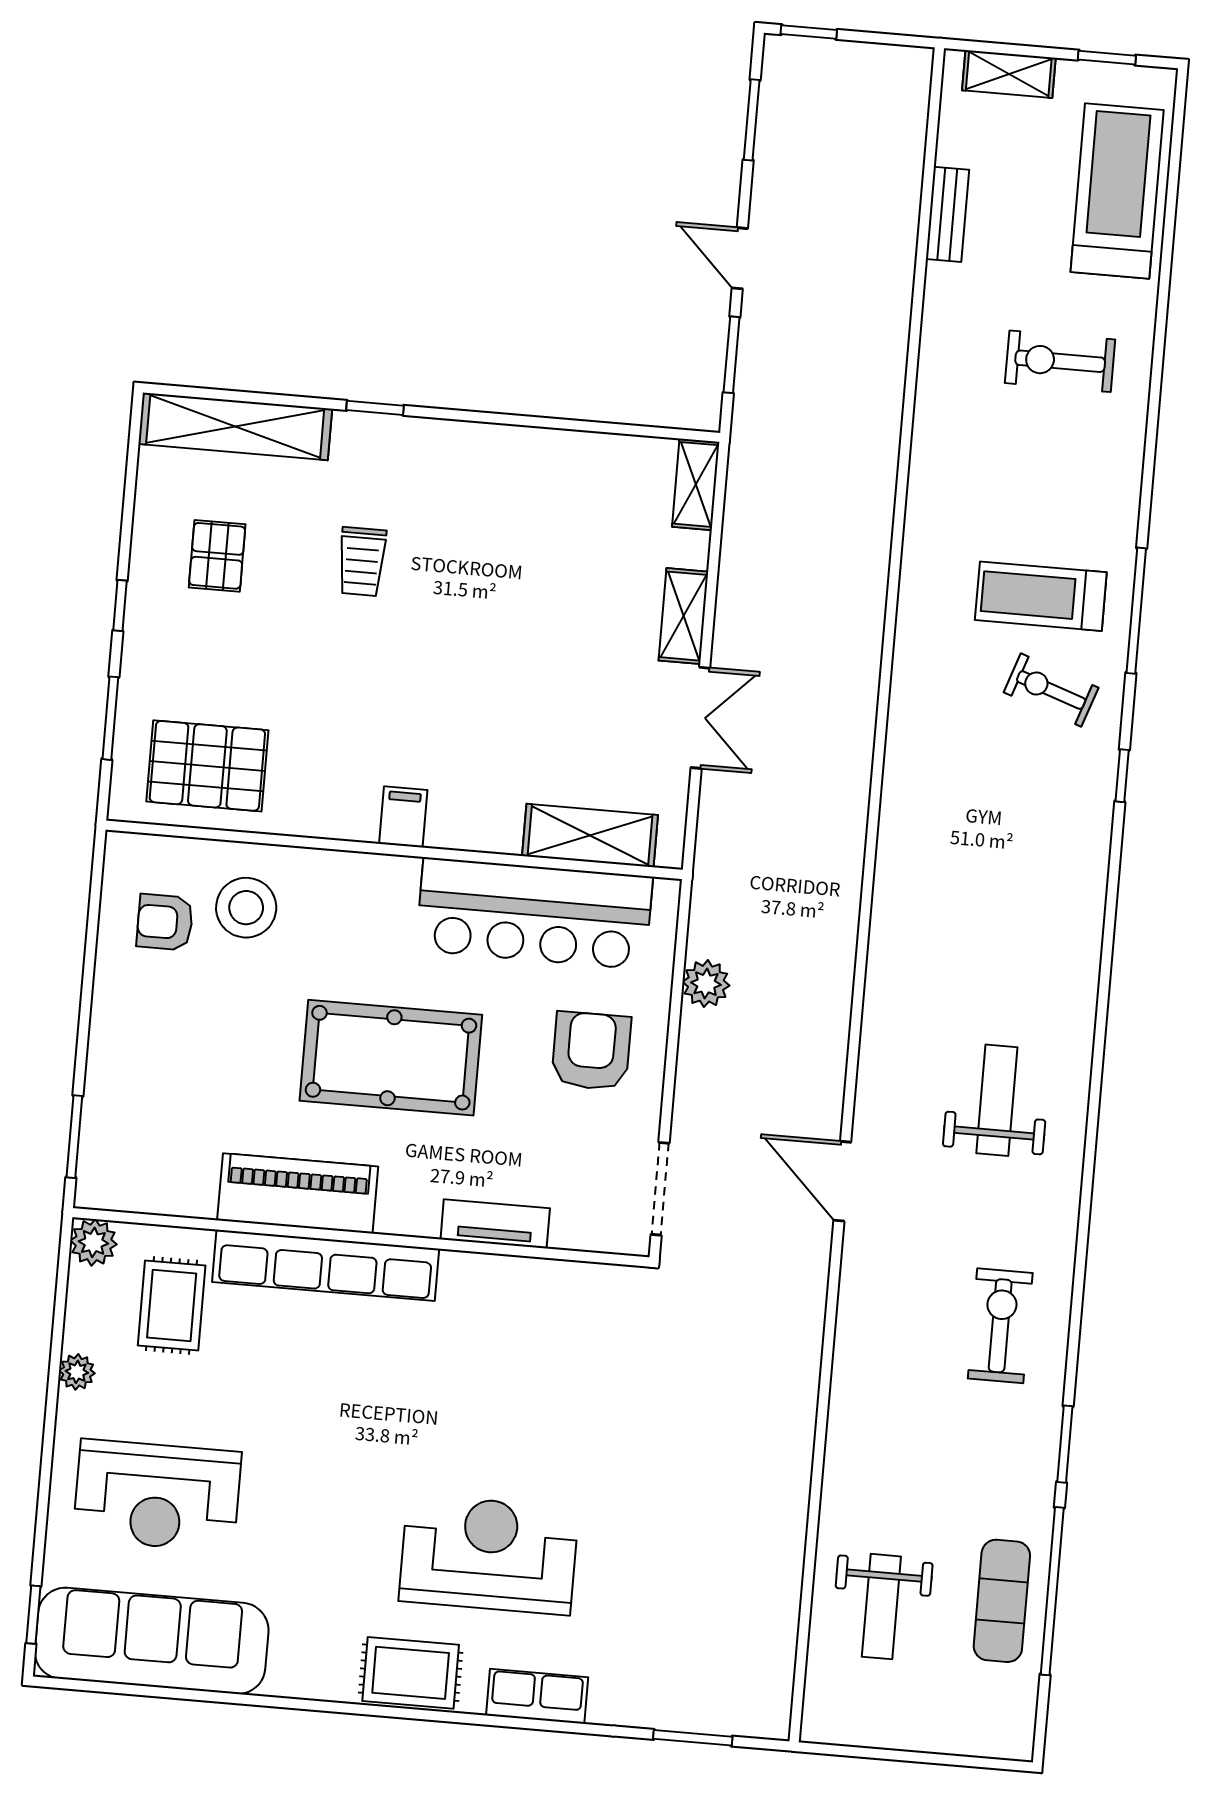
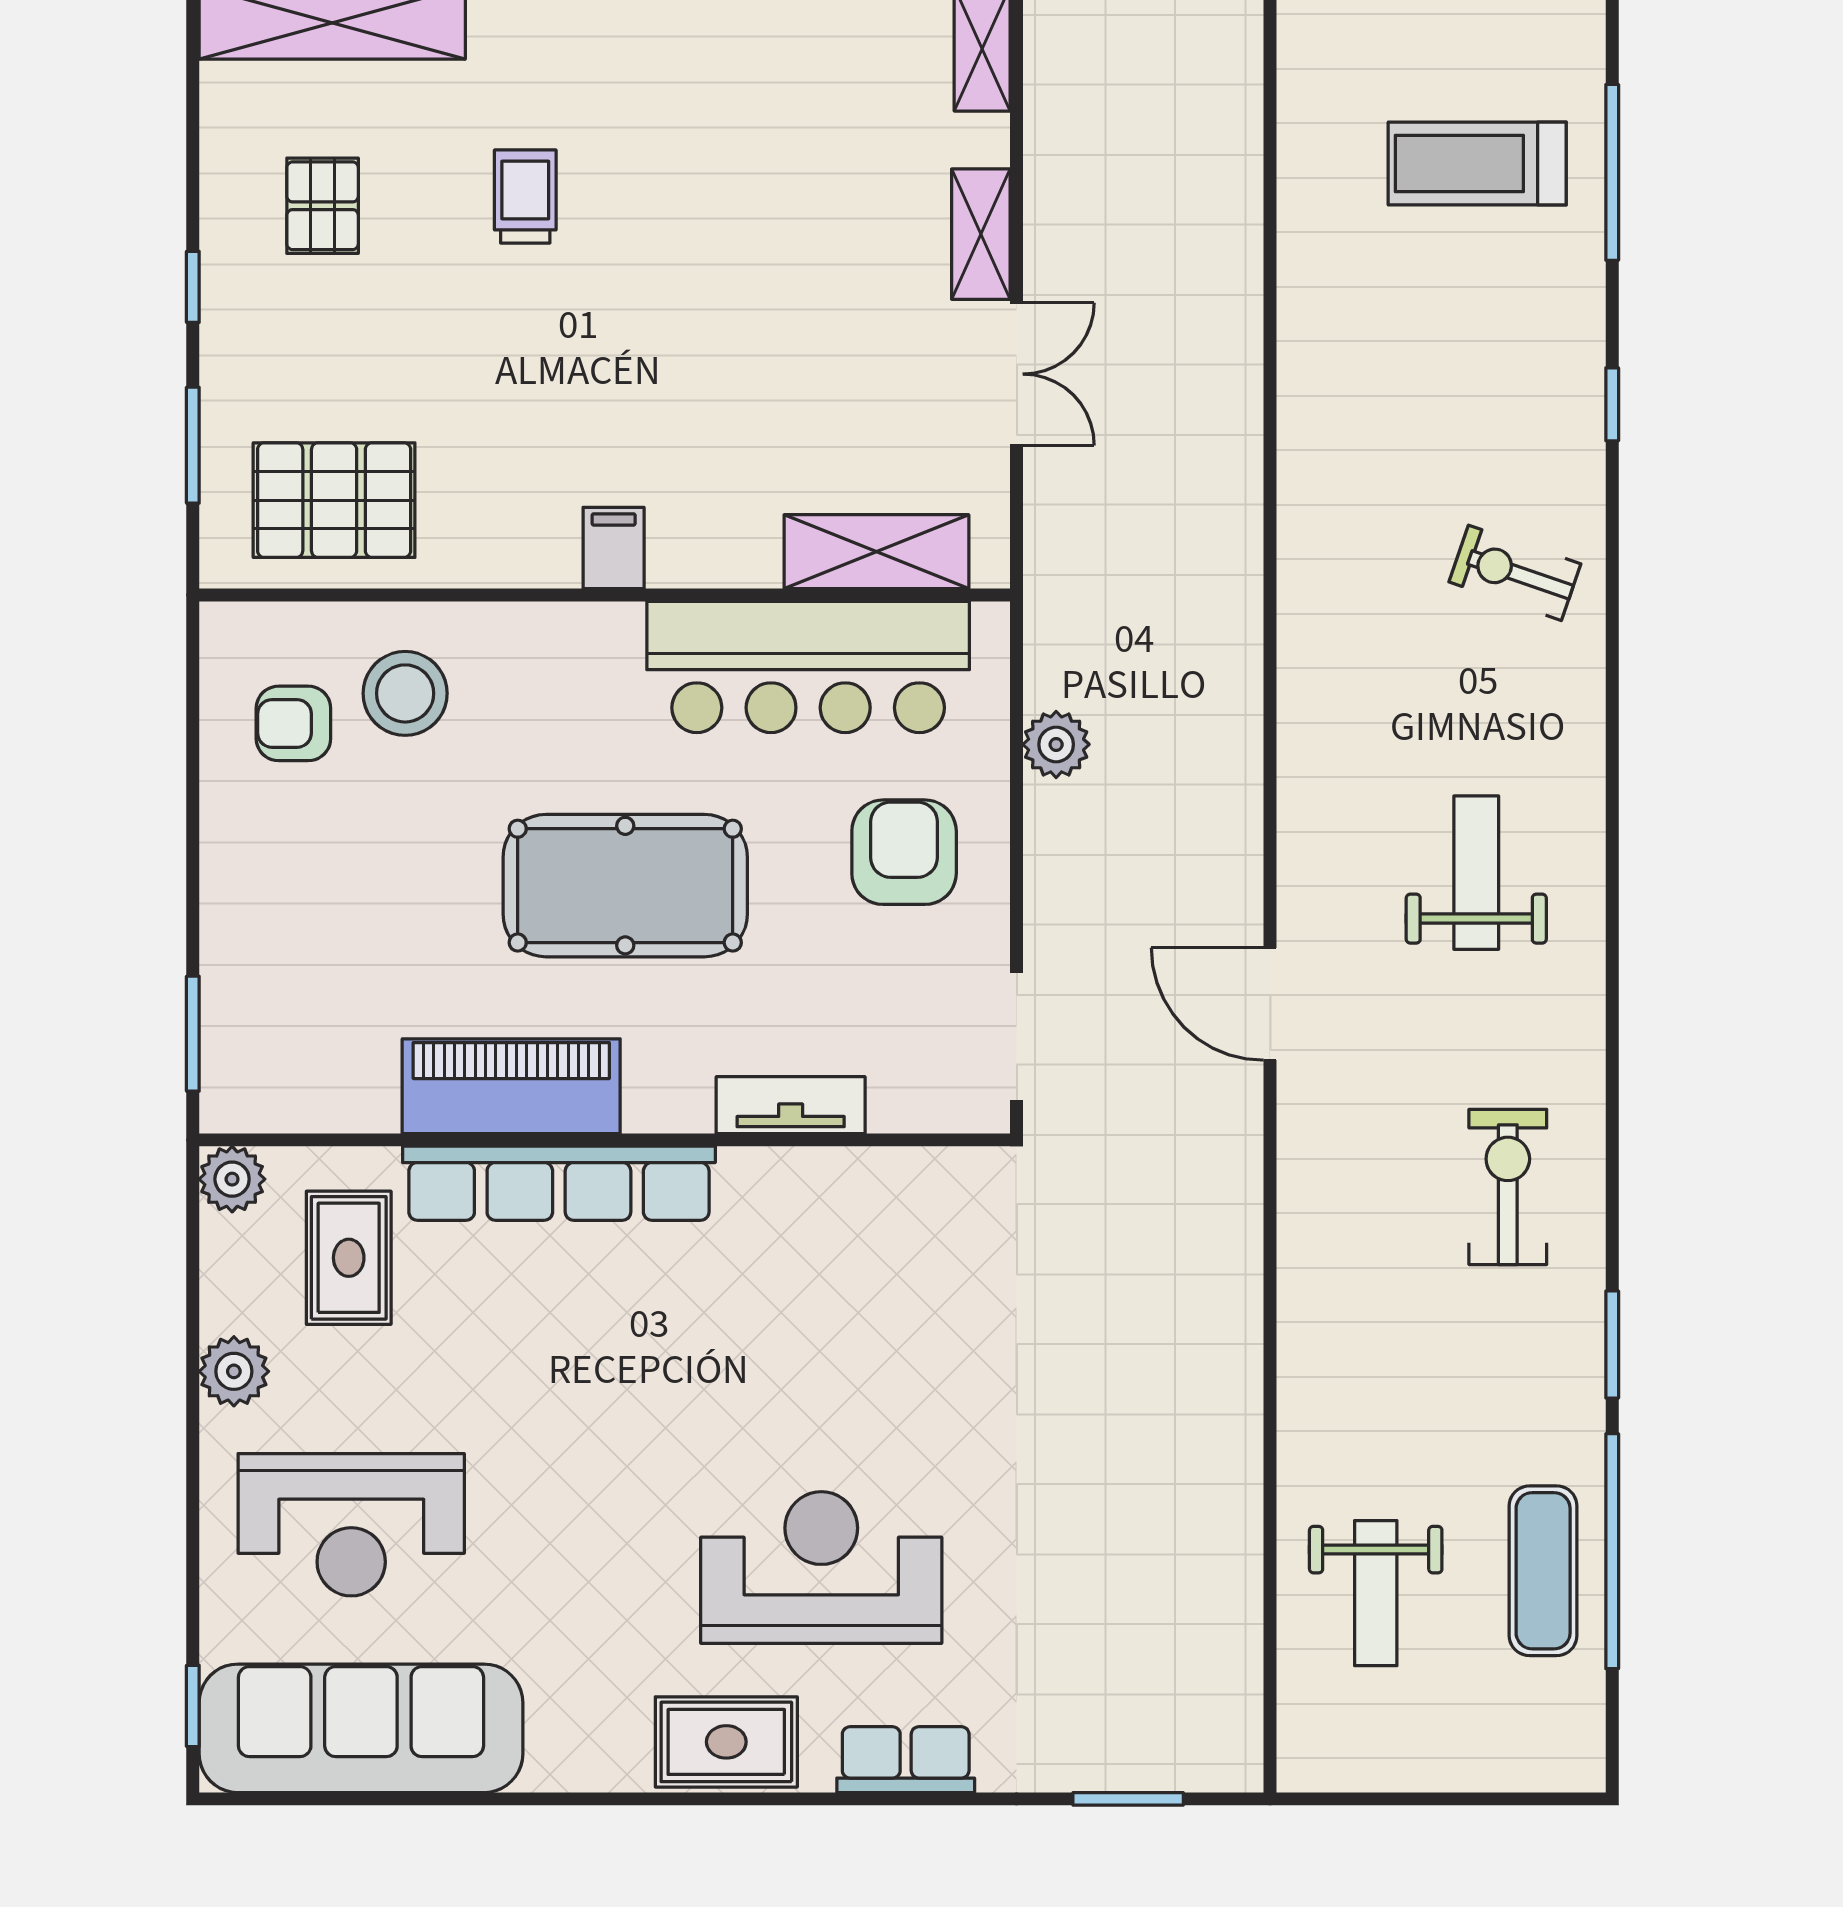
trolley: (362, 562) -> (525, 196), turned 180
exercise bike: (1051, 690) -> (1515, 573), moved
plant: (77, 1372) -> (234, 1371), width x1.38, depth x1.38

